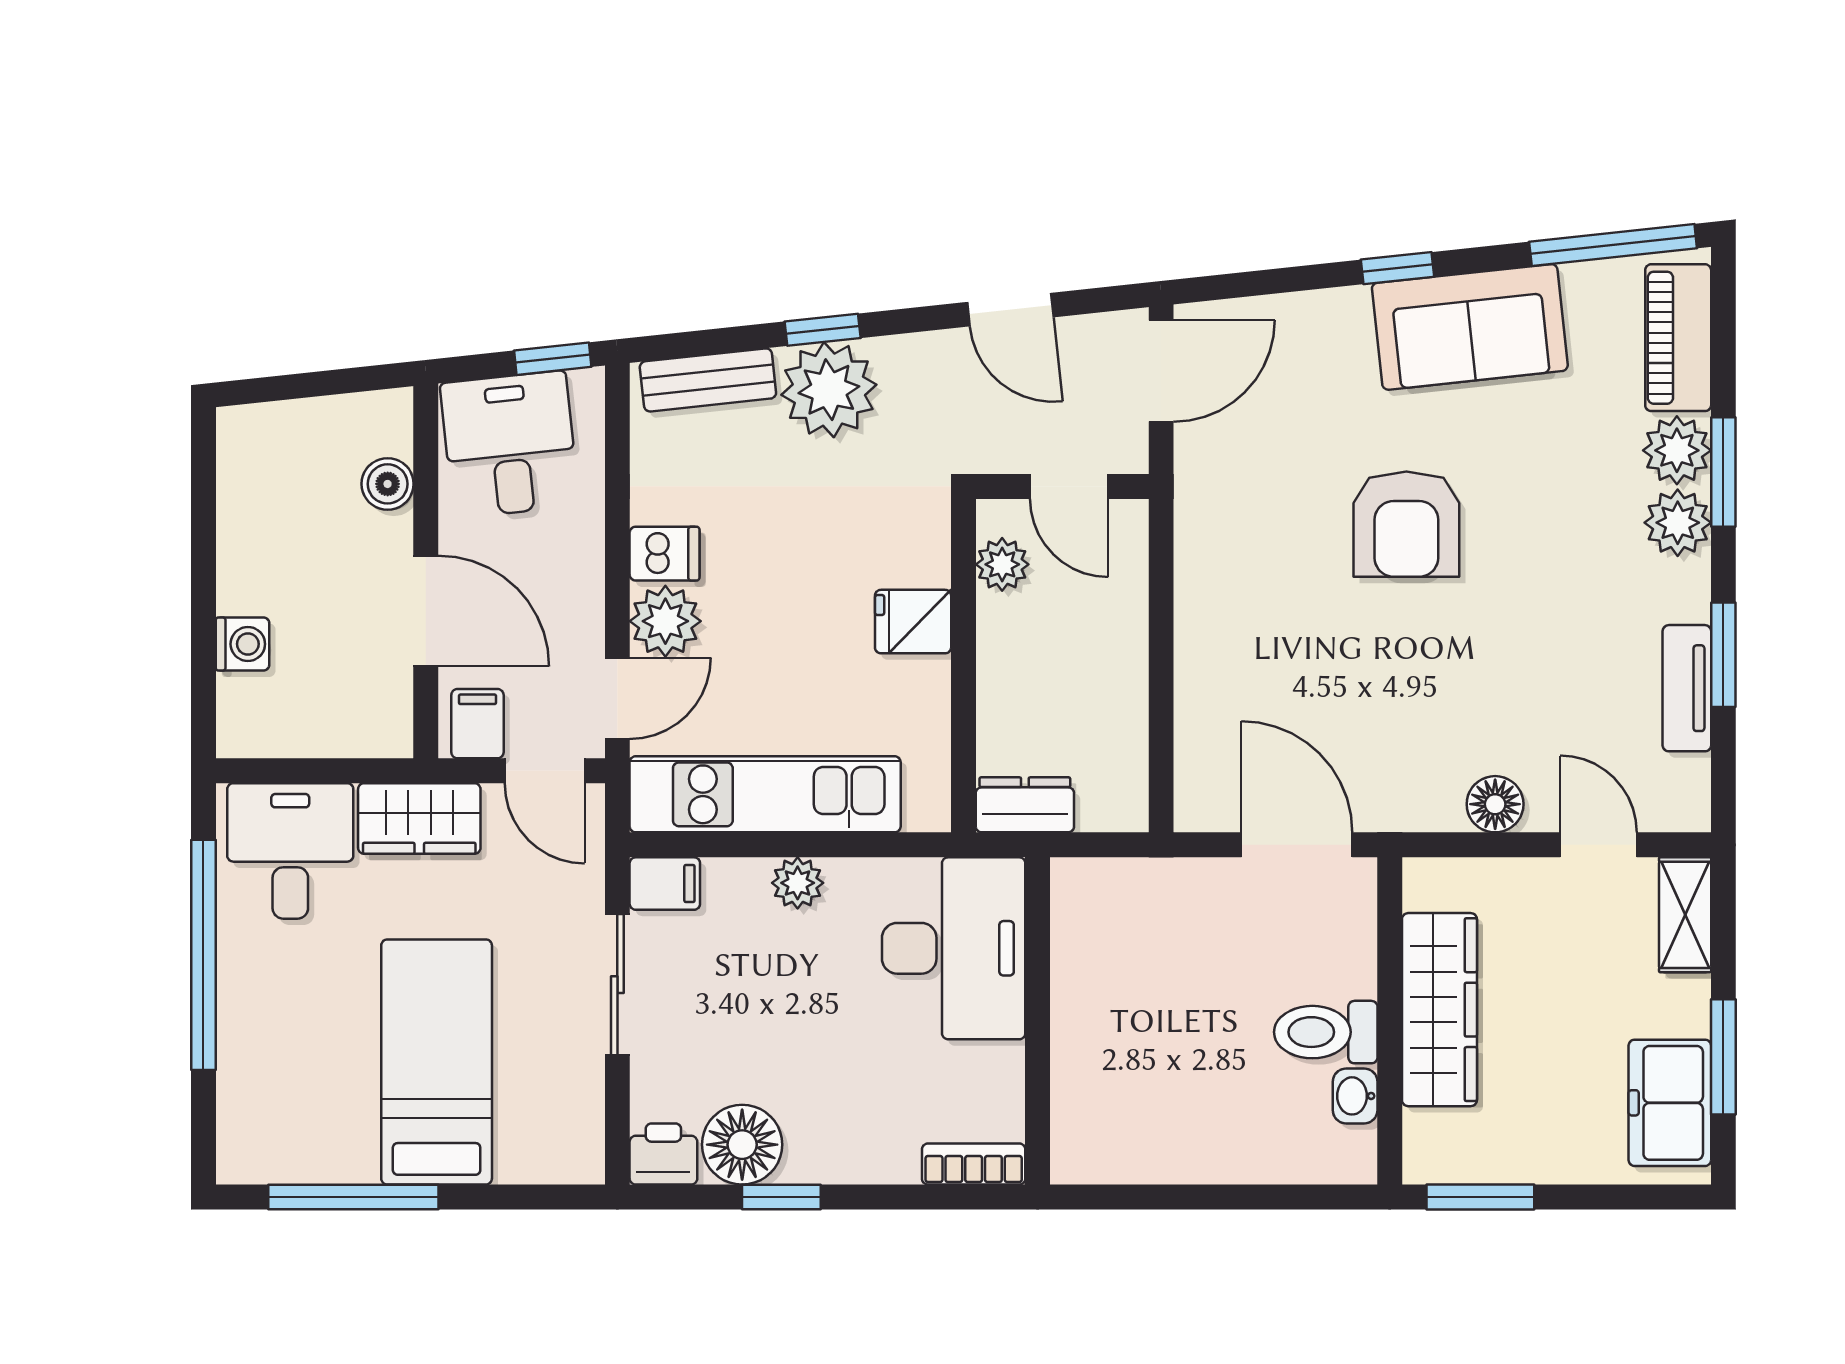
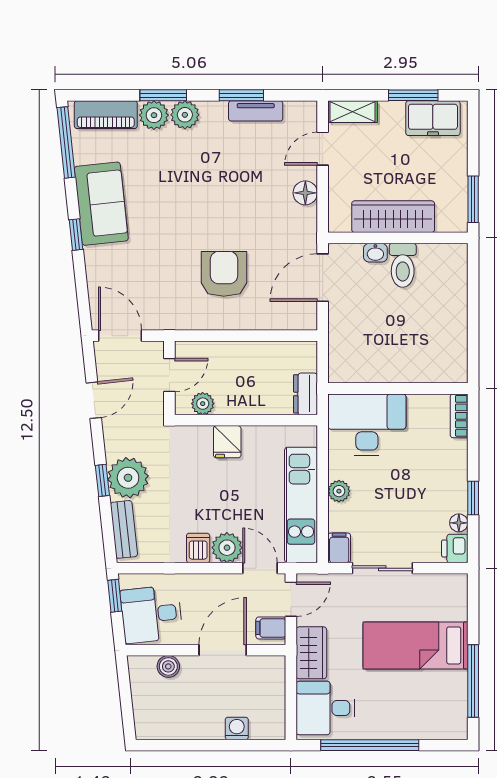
armchair: (1406, 524) -> (224, 274), moved, turned -90
washbasin: (1355, 1096) -> (375, 253), moved
floor lamp: (742, 1145) -> (459, 523), width x0.53, depth x0.53

